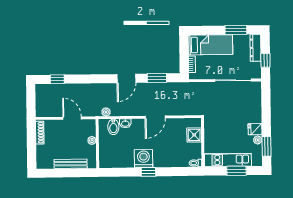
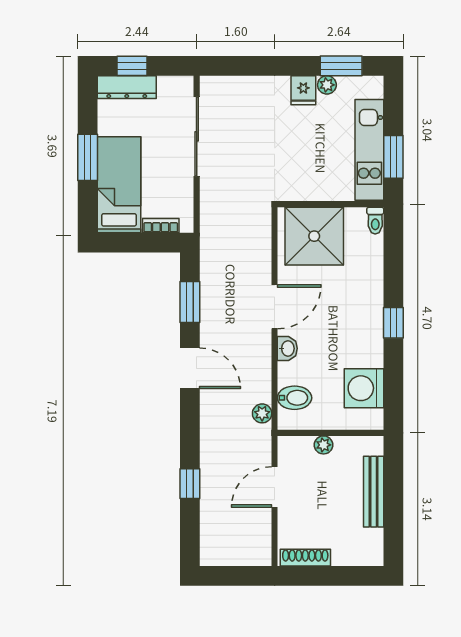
window: (236, 30) -> (88, 157), moved
window: (265, 60) -> (132, 66), moved
window: (57, 79) -> (190, 484), moved
door: (155, 117) -> (275, 307), hinge flipped
washbasin: (125, 123) -> (287, 348), moved
shower: (194, 135) -> (314, 236), width x1.86, depth x1.86
washing machine: (143, 158) -> (364, 388), moved
window: (236, 171) -> (393, 157), moved

